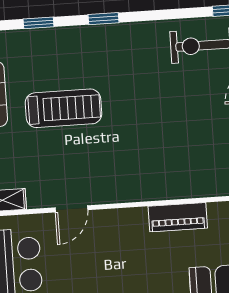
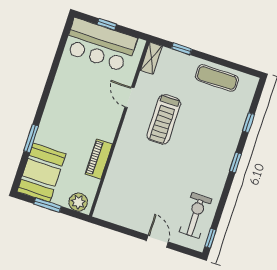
treadmill: (63, 108) -> (164, 119), moved

